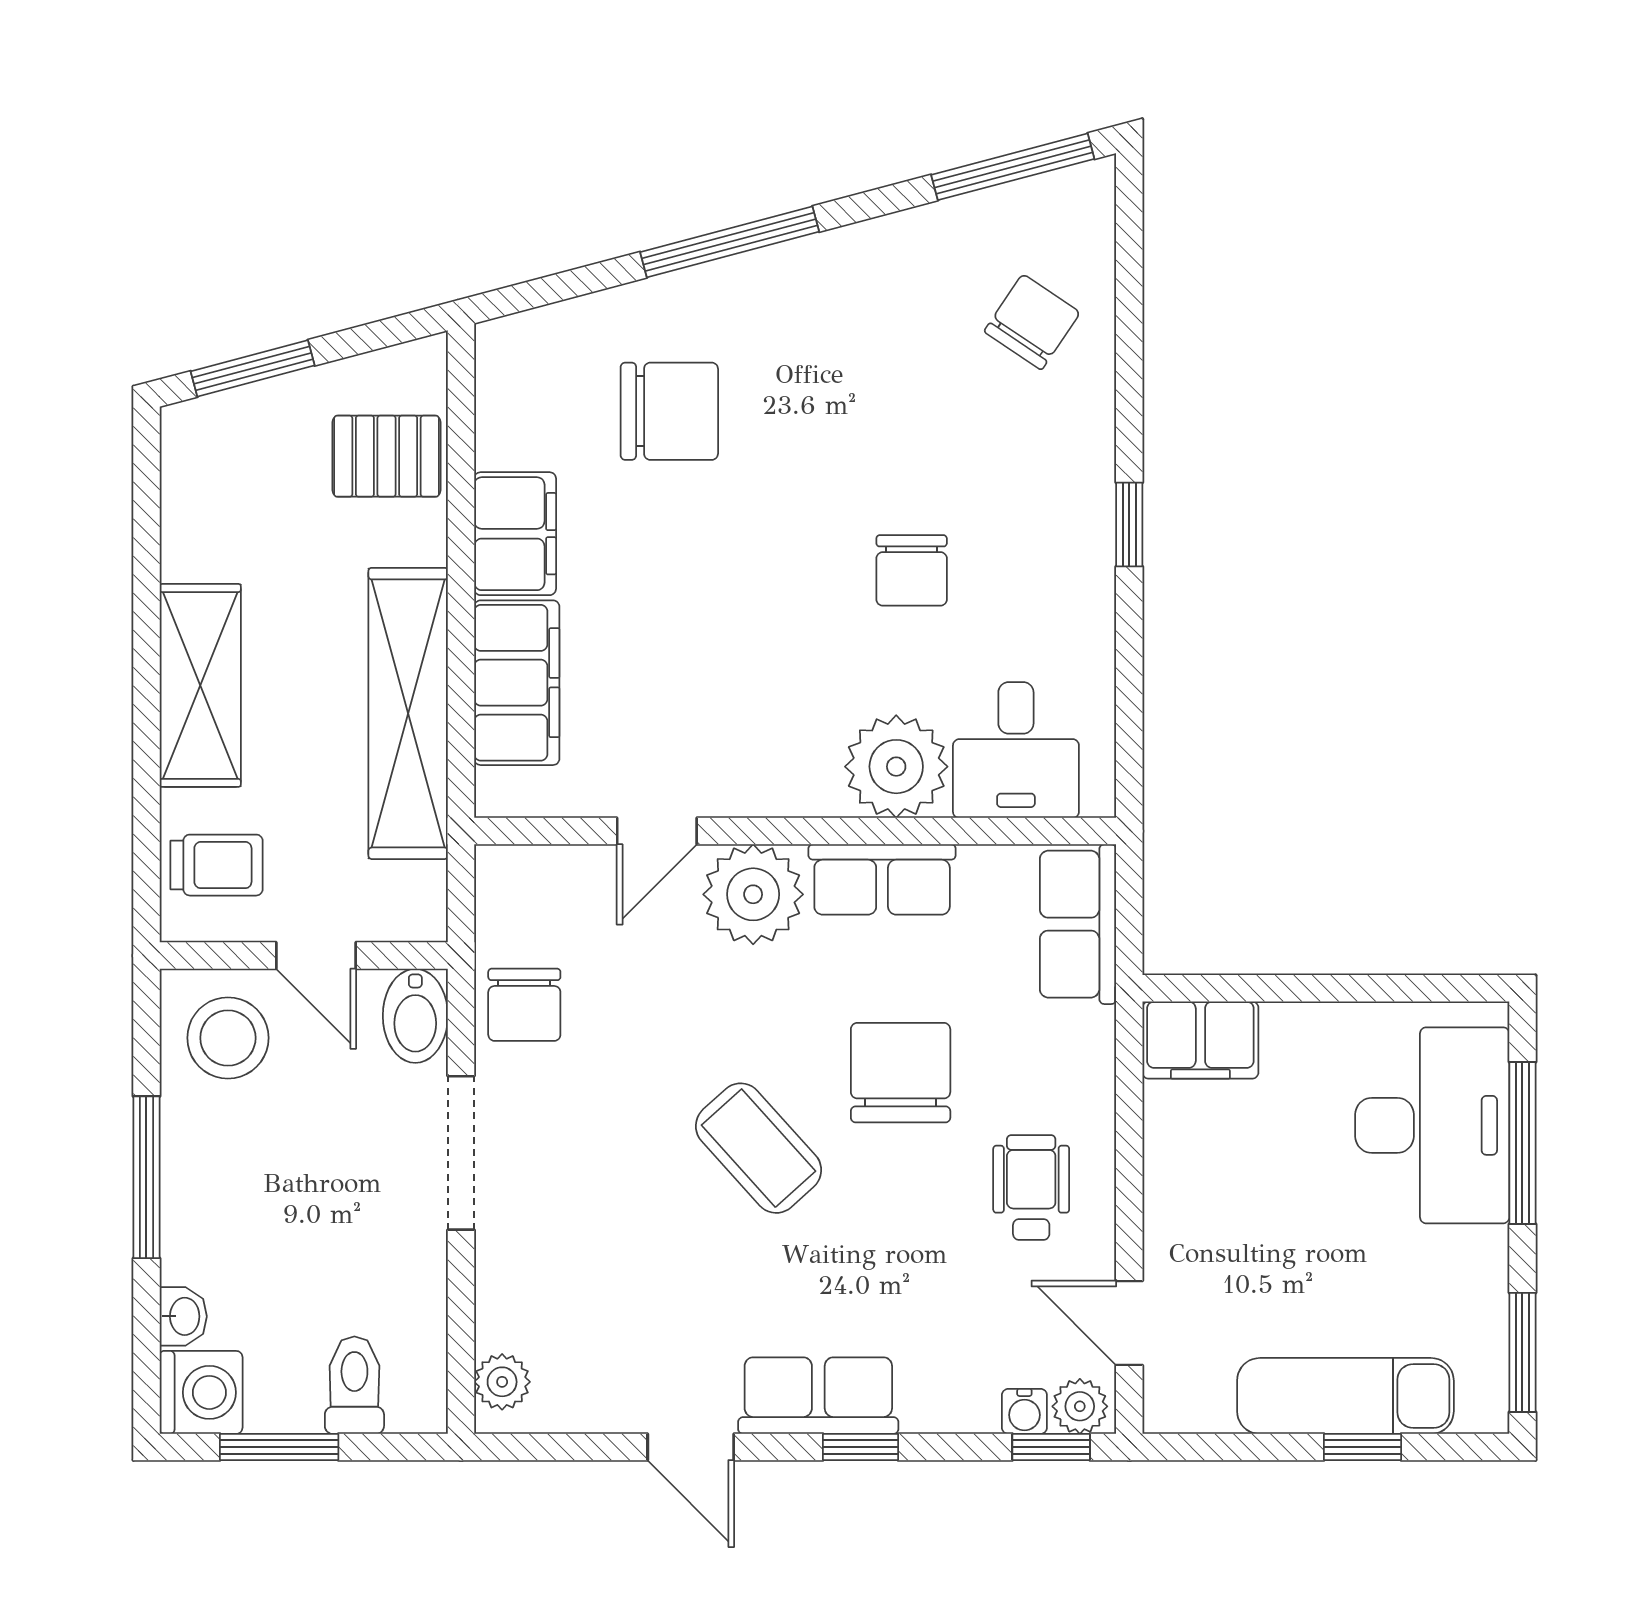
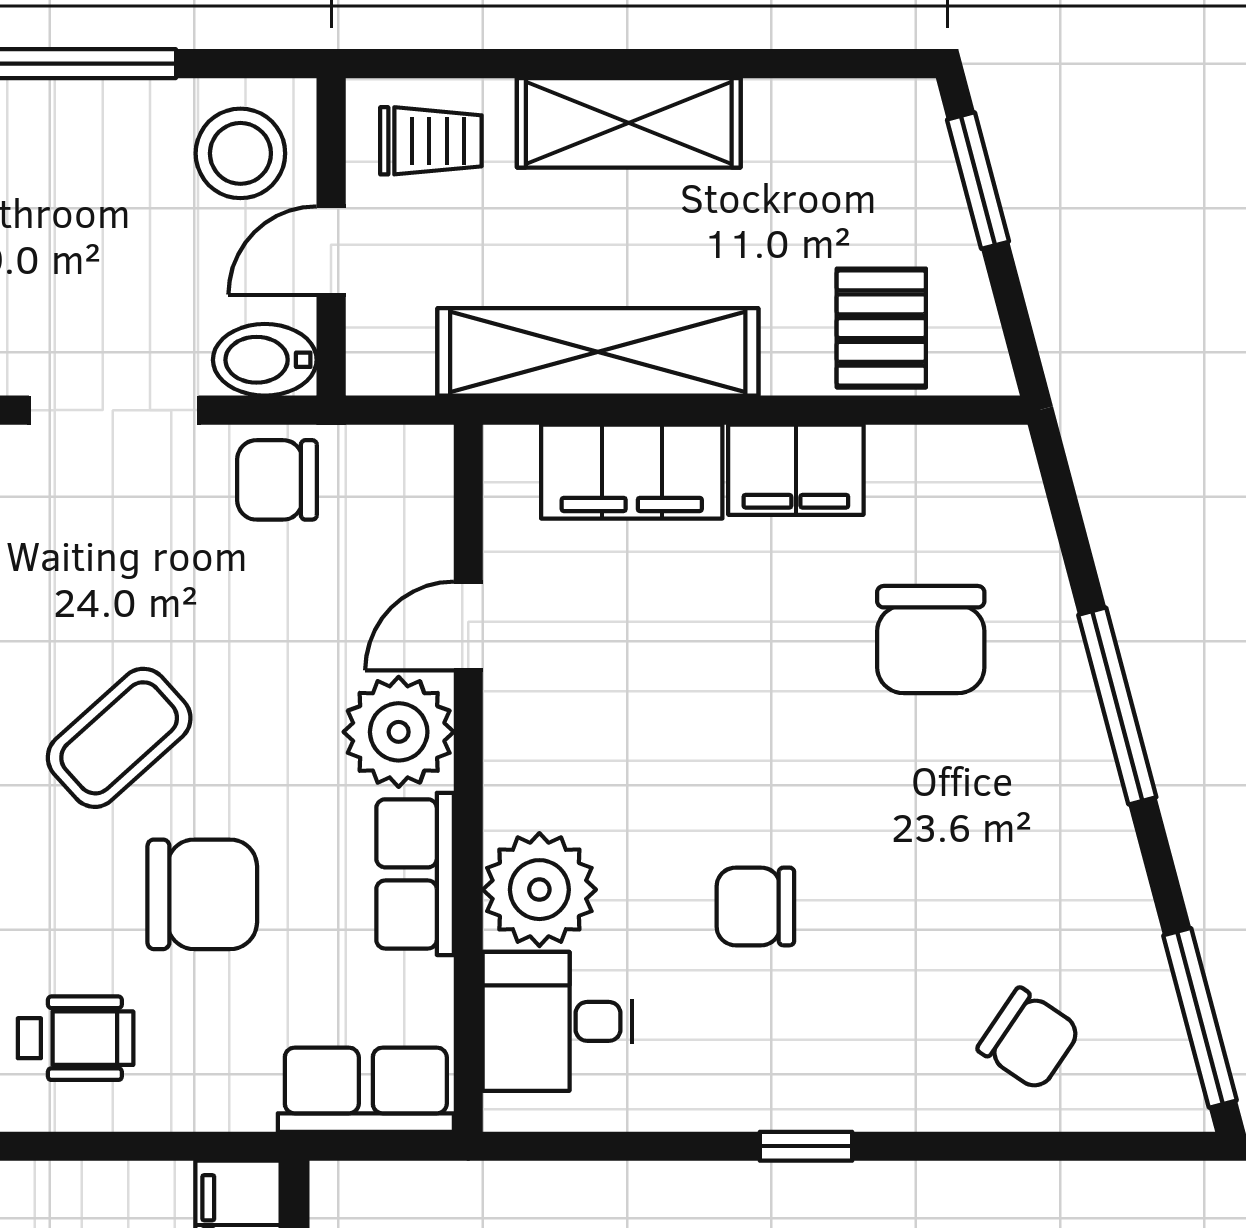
door: (657, 831) -> (468, 626), hinge flipped
trolley: (217, 865) -> (431, 141), turned -90

